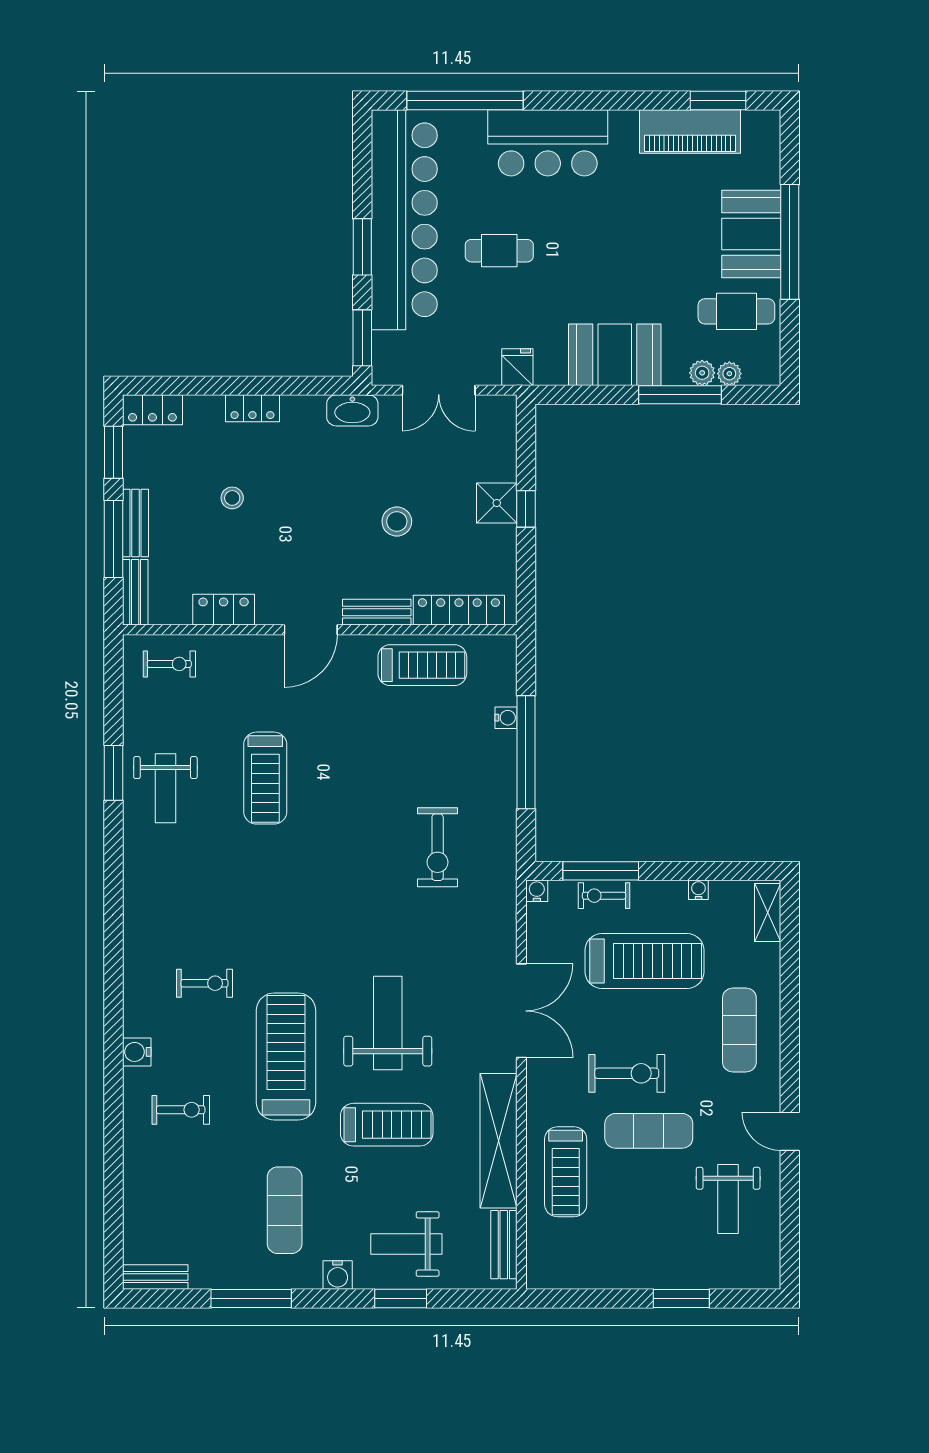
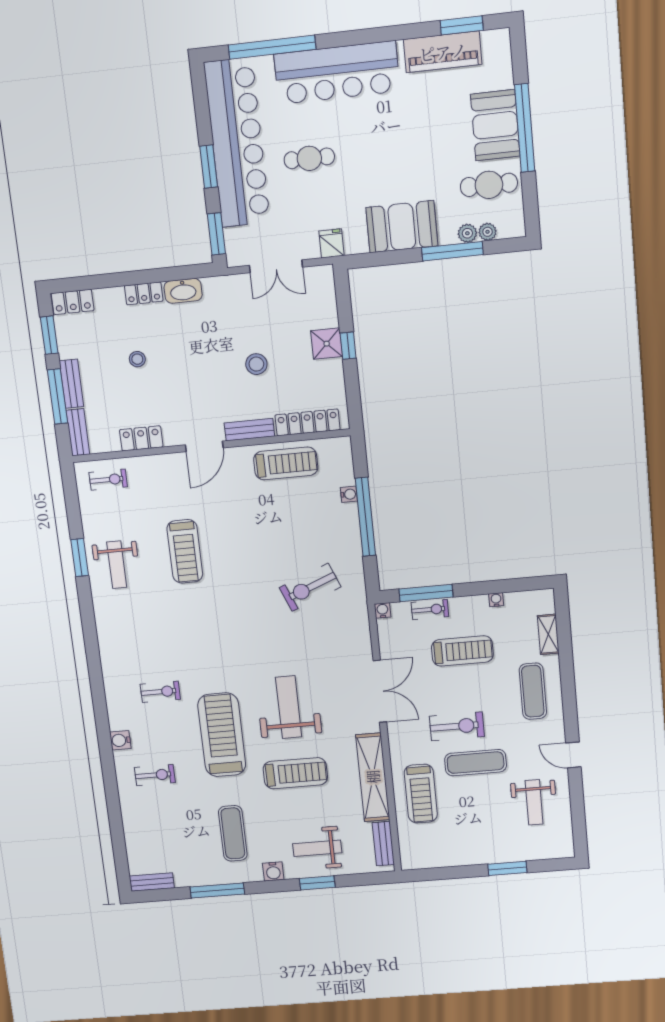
bar counter: (548, 143) -> (337, 73), width x1.36
washbasin: (352, 410) -> (183, 291), moved
exercise bike: (438, 847) -> (310, 587), turned 68
exercise bike: (604, 896) -> (430, 610), turned 180
shelving: (768, 912) -> (548, 634), moved
treadmill: (644, 961) -> (462, 651), width x0.73, depth x0.73

